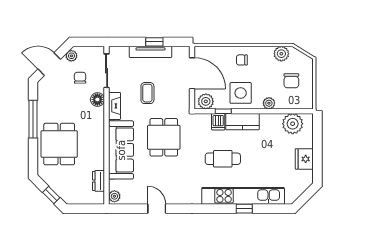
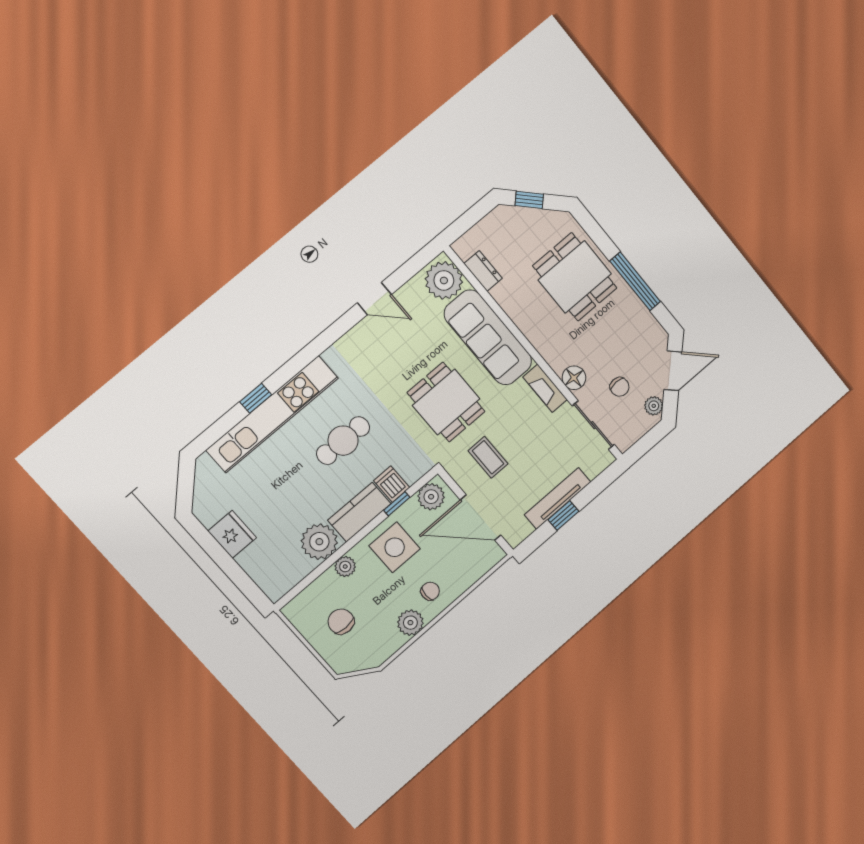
plant: (281, 54) -> (410, 623), moved
coffee table: (147, 93) -> (488, 457), moved
plant: (293, 124) -> (319, 542), moved
plant: (114, 196) -> (444, 280), width x1.87, depth x1.87

